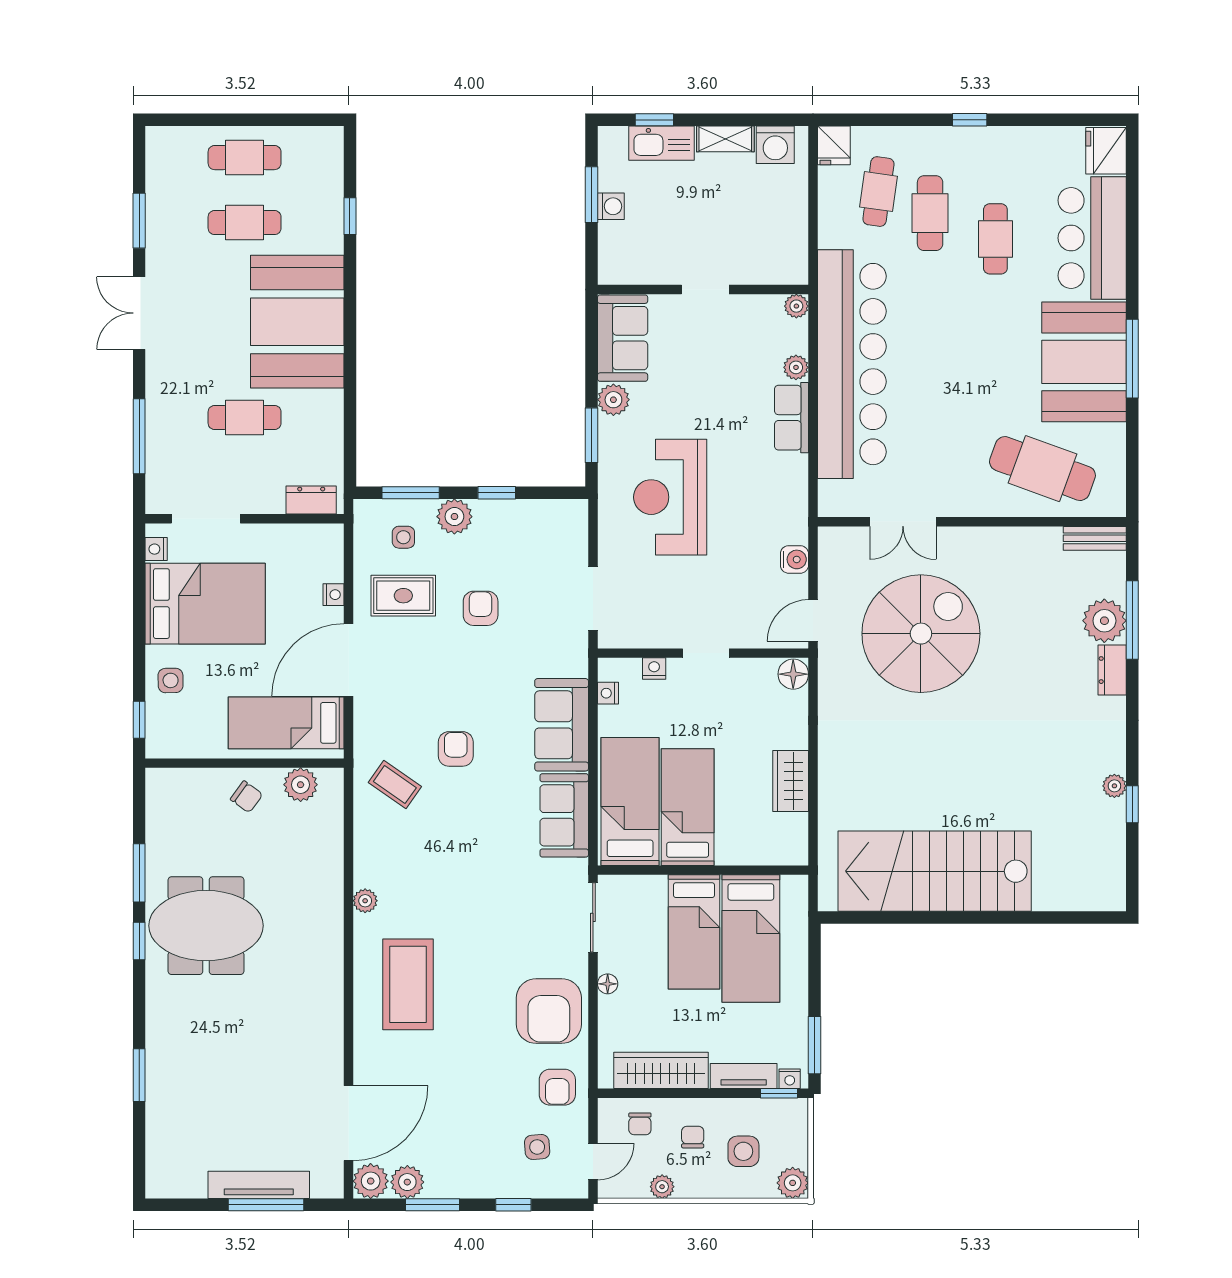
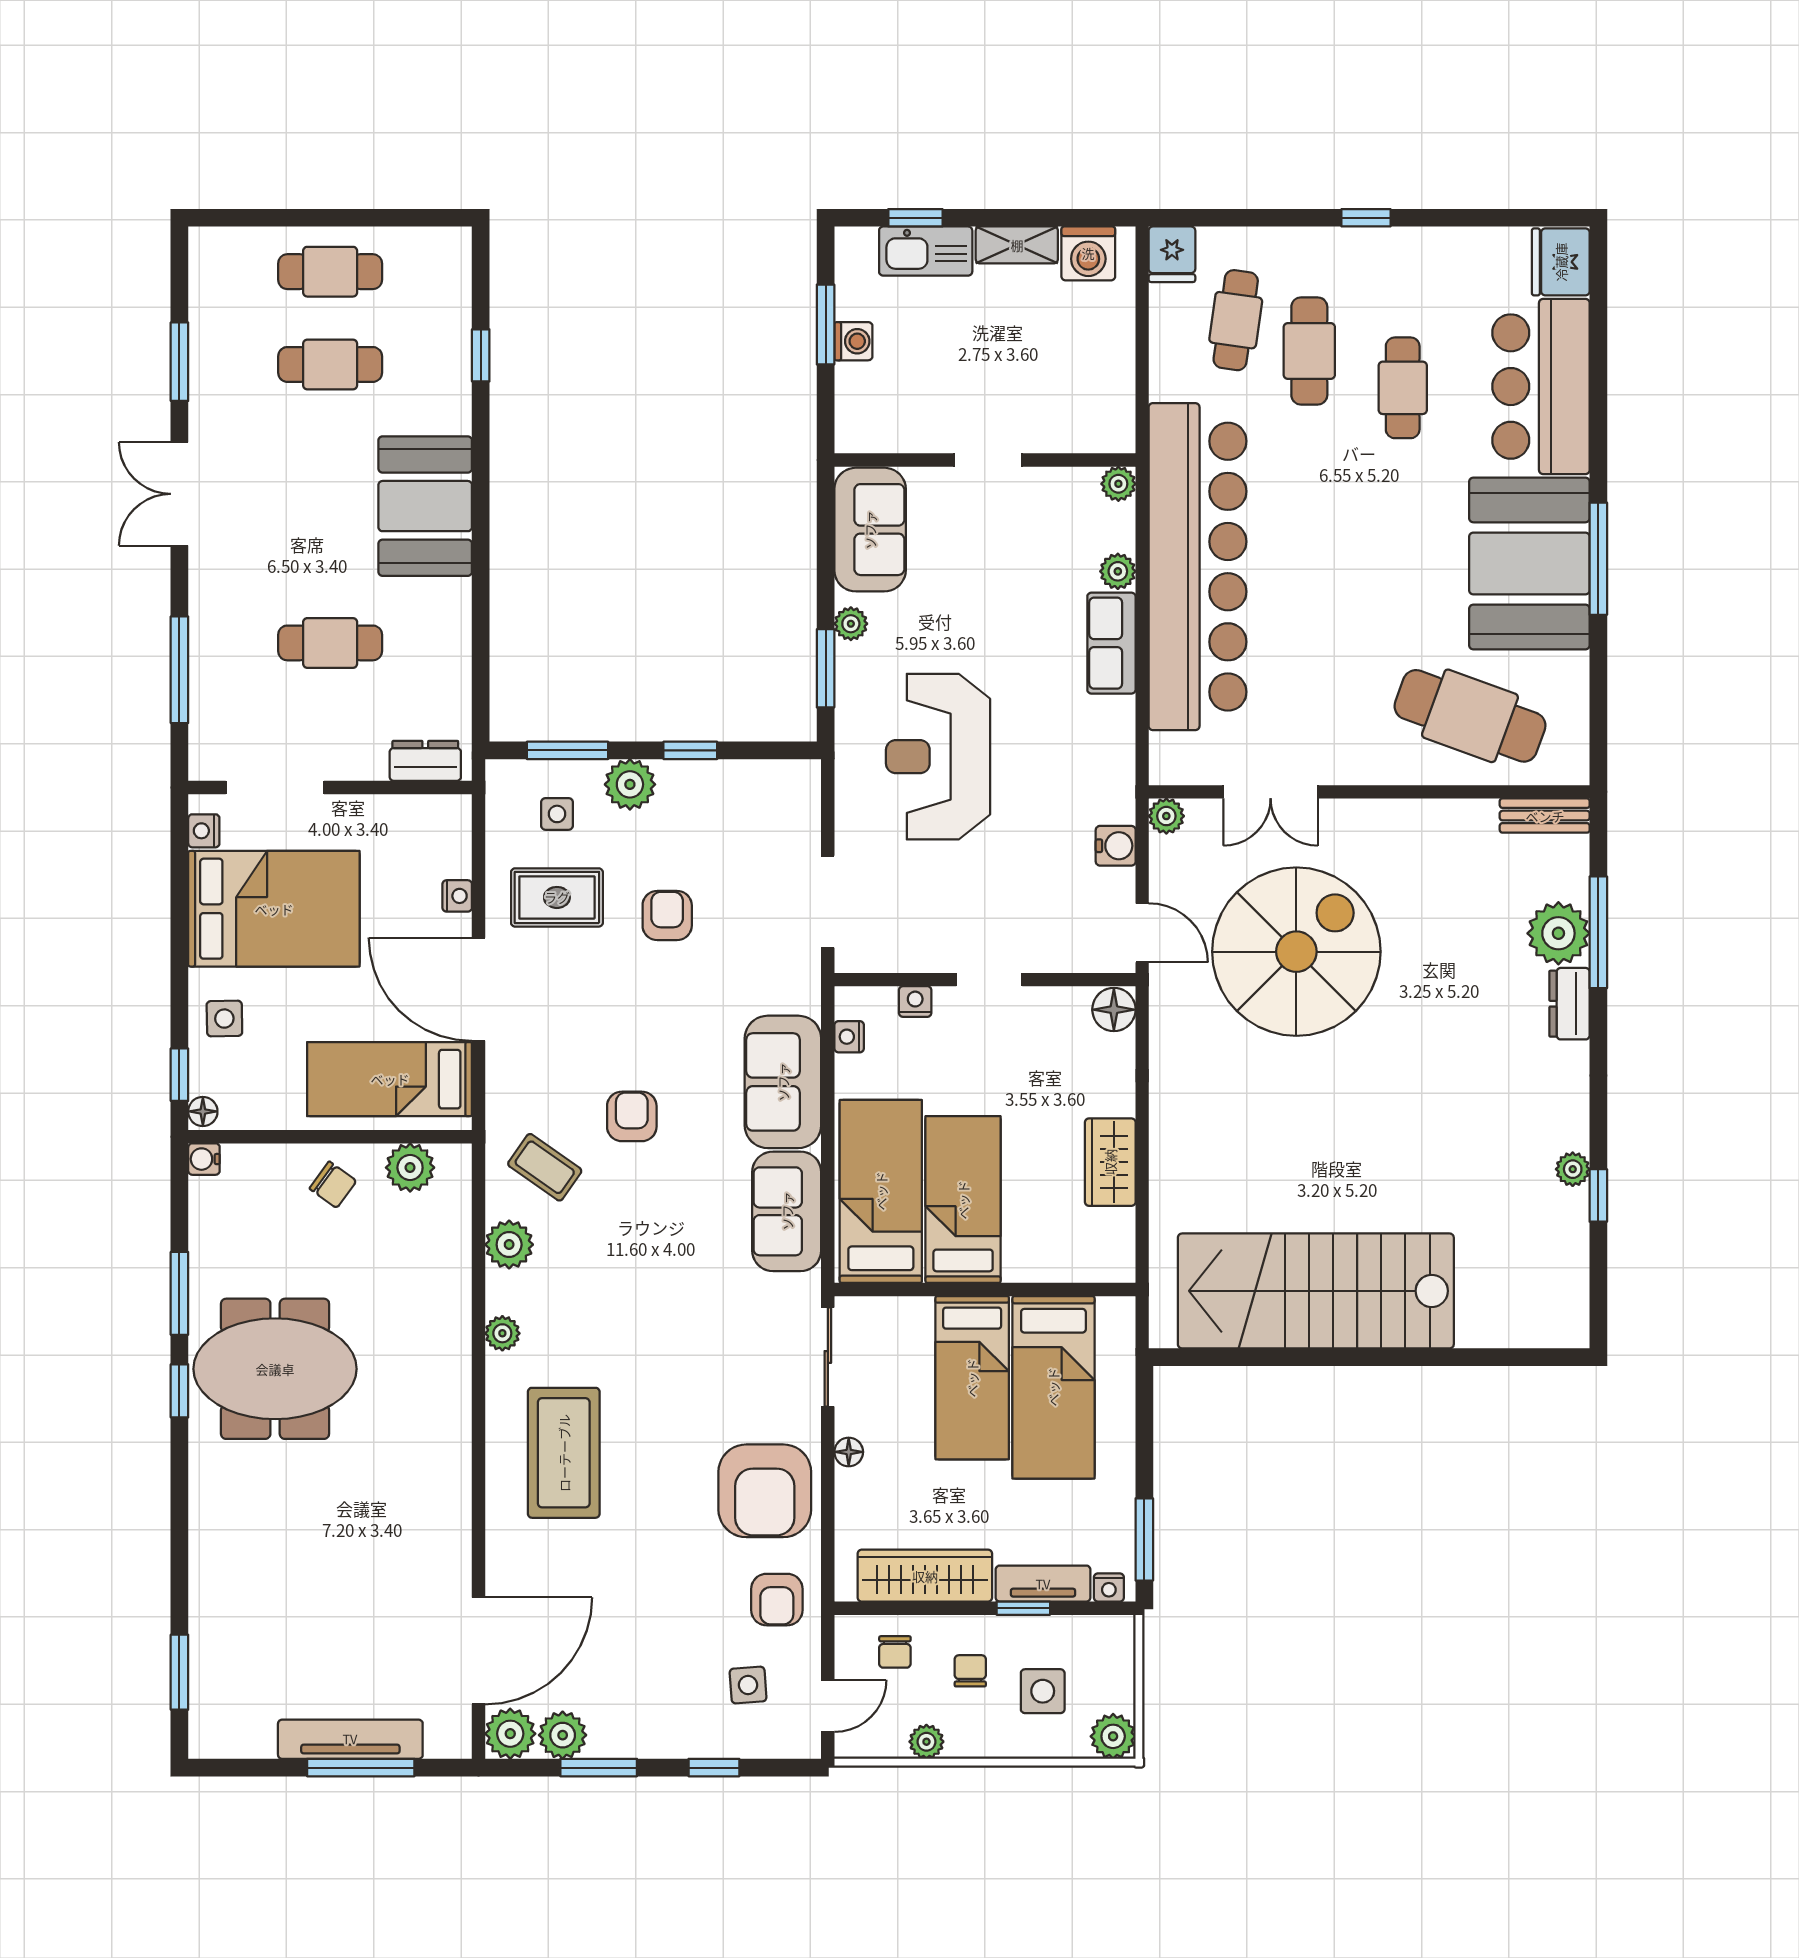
booth: (297, 322) -> (425, 506), width x0.73, depth x0.70
plant: (613, 400) -> (851, 624), width x0.73, depth x0.73
plant: (830, 539) -> (1166, 816), added
door: (813, 620) -> (1142, 933), swing flipped
door: (348, 660) -> (479, 989), hinge flipped
floor lamp: (155, 746) -> (203, 1111), added
water cooler: (156, 779) -> (204, 1159), added
plant: (370, 839) -> (509, 1245), added
window: (139, 1075) -> (179, 1672), moved
window: (779, 1093) -> (1023, 1608), moved

